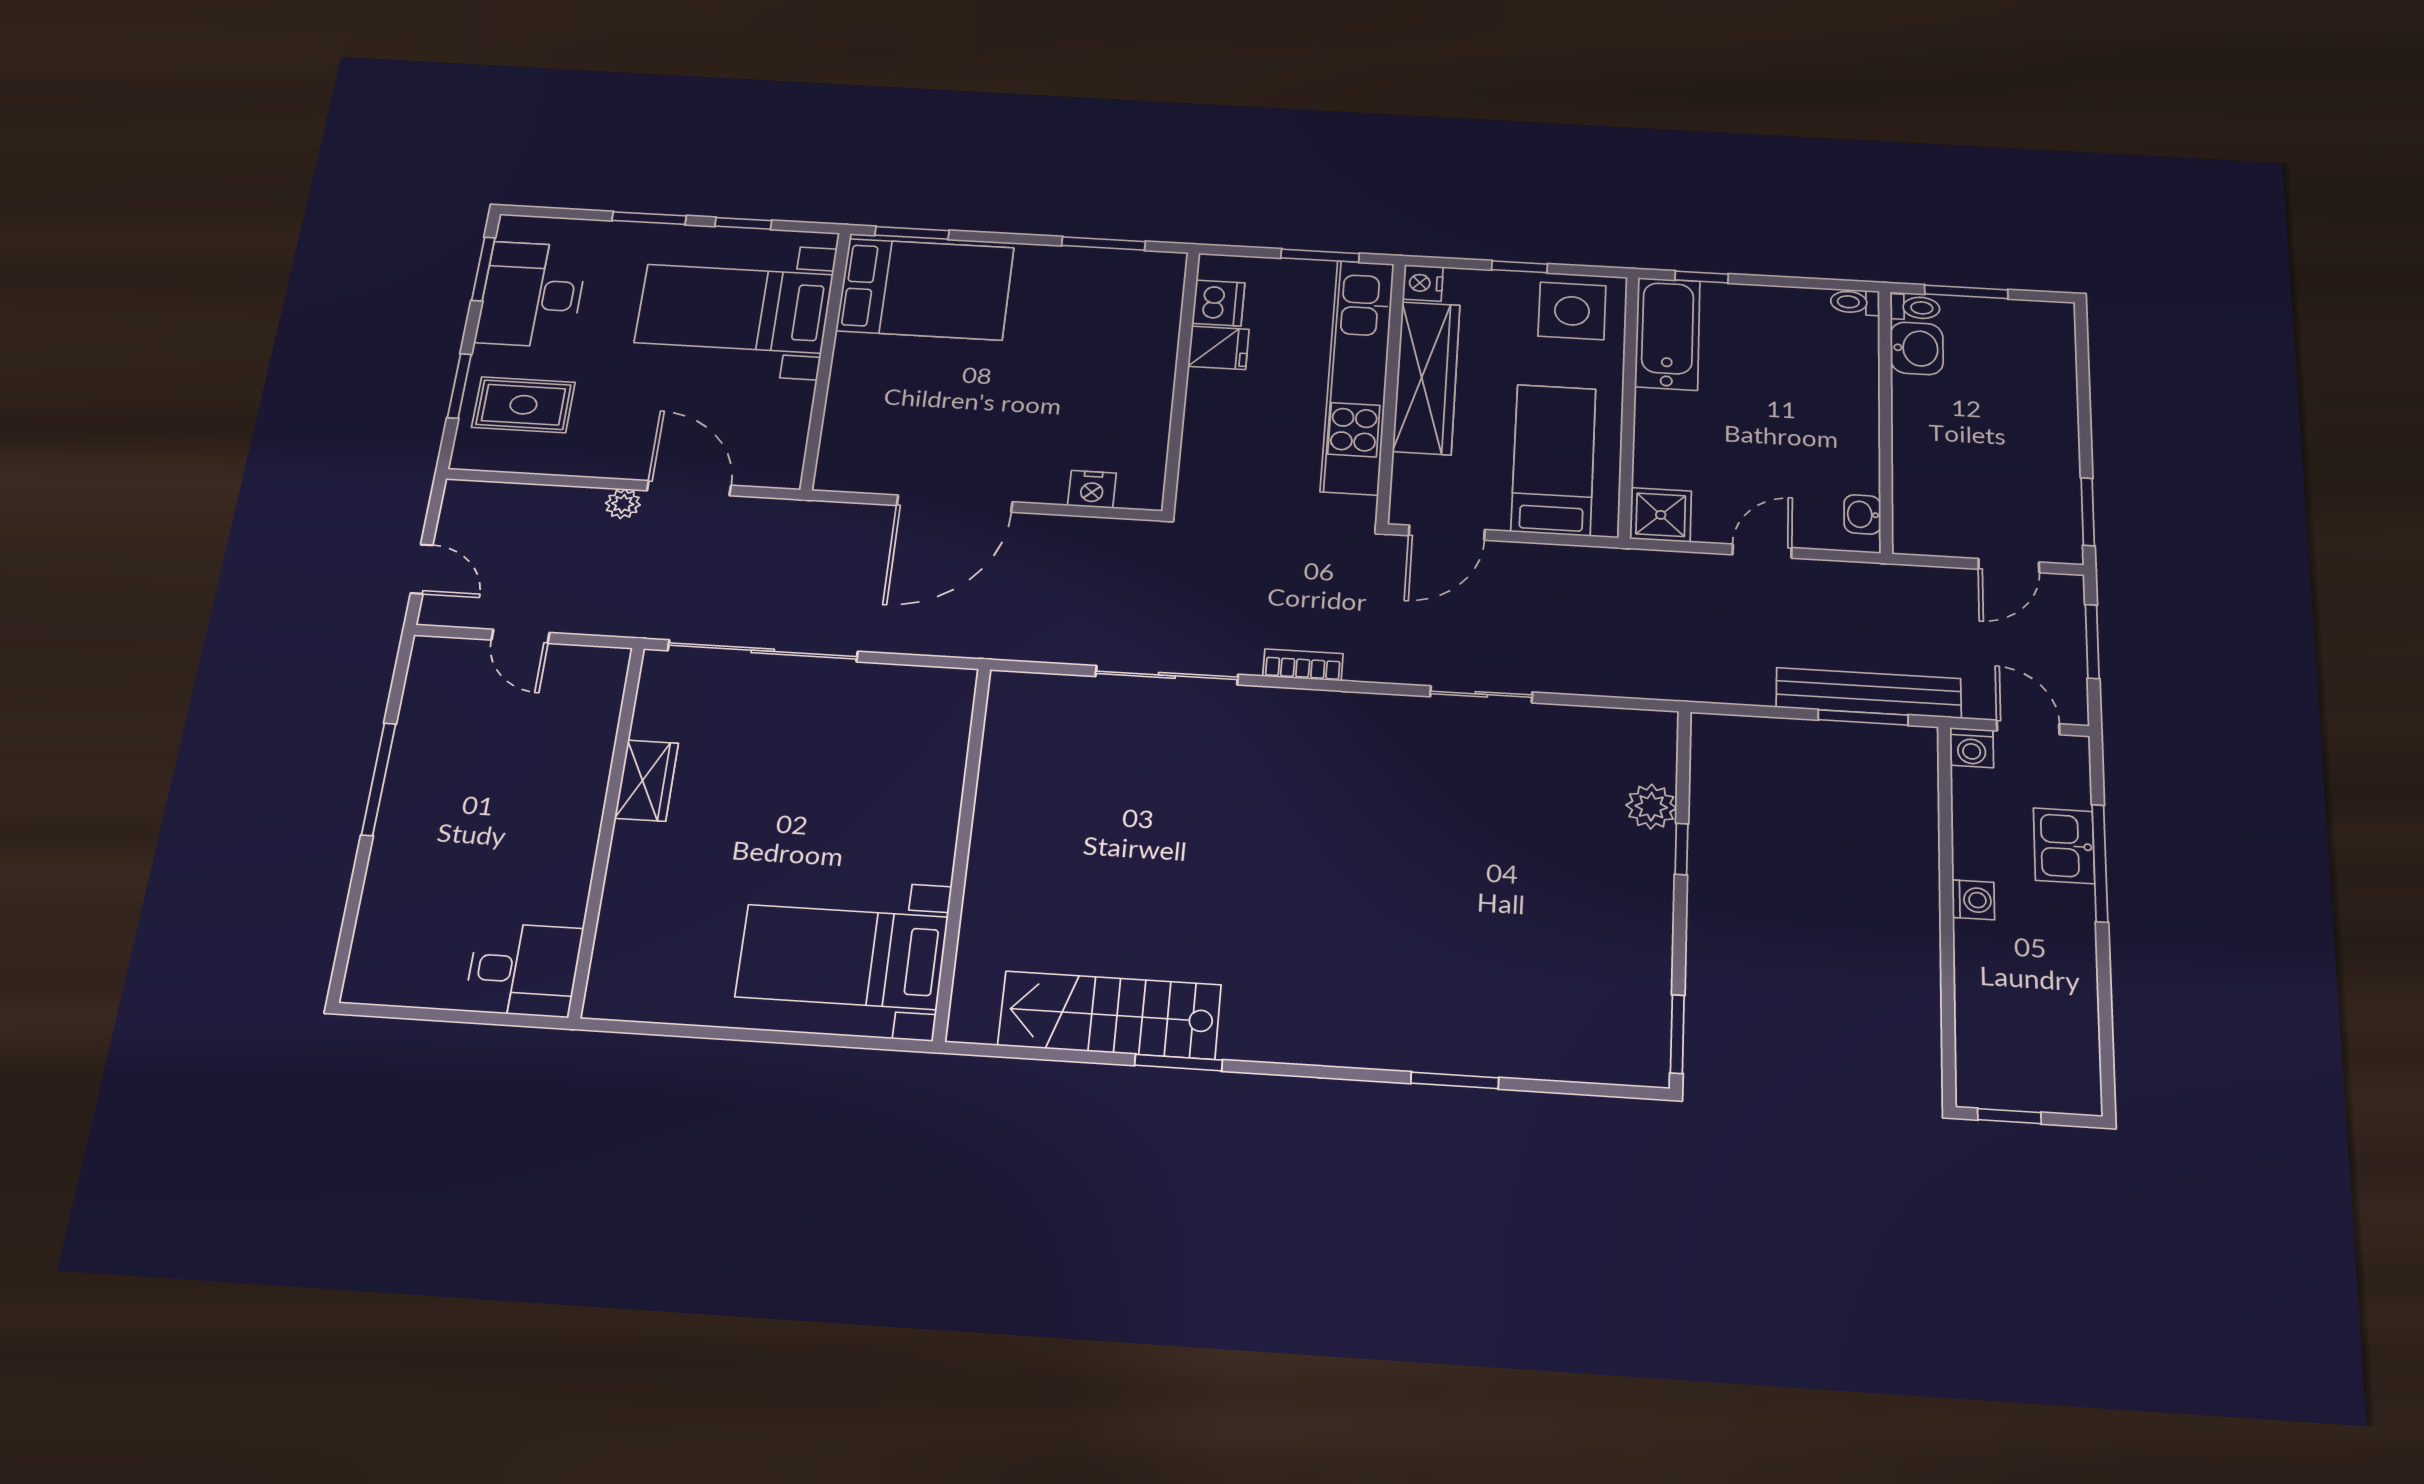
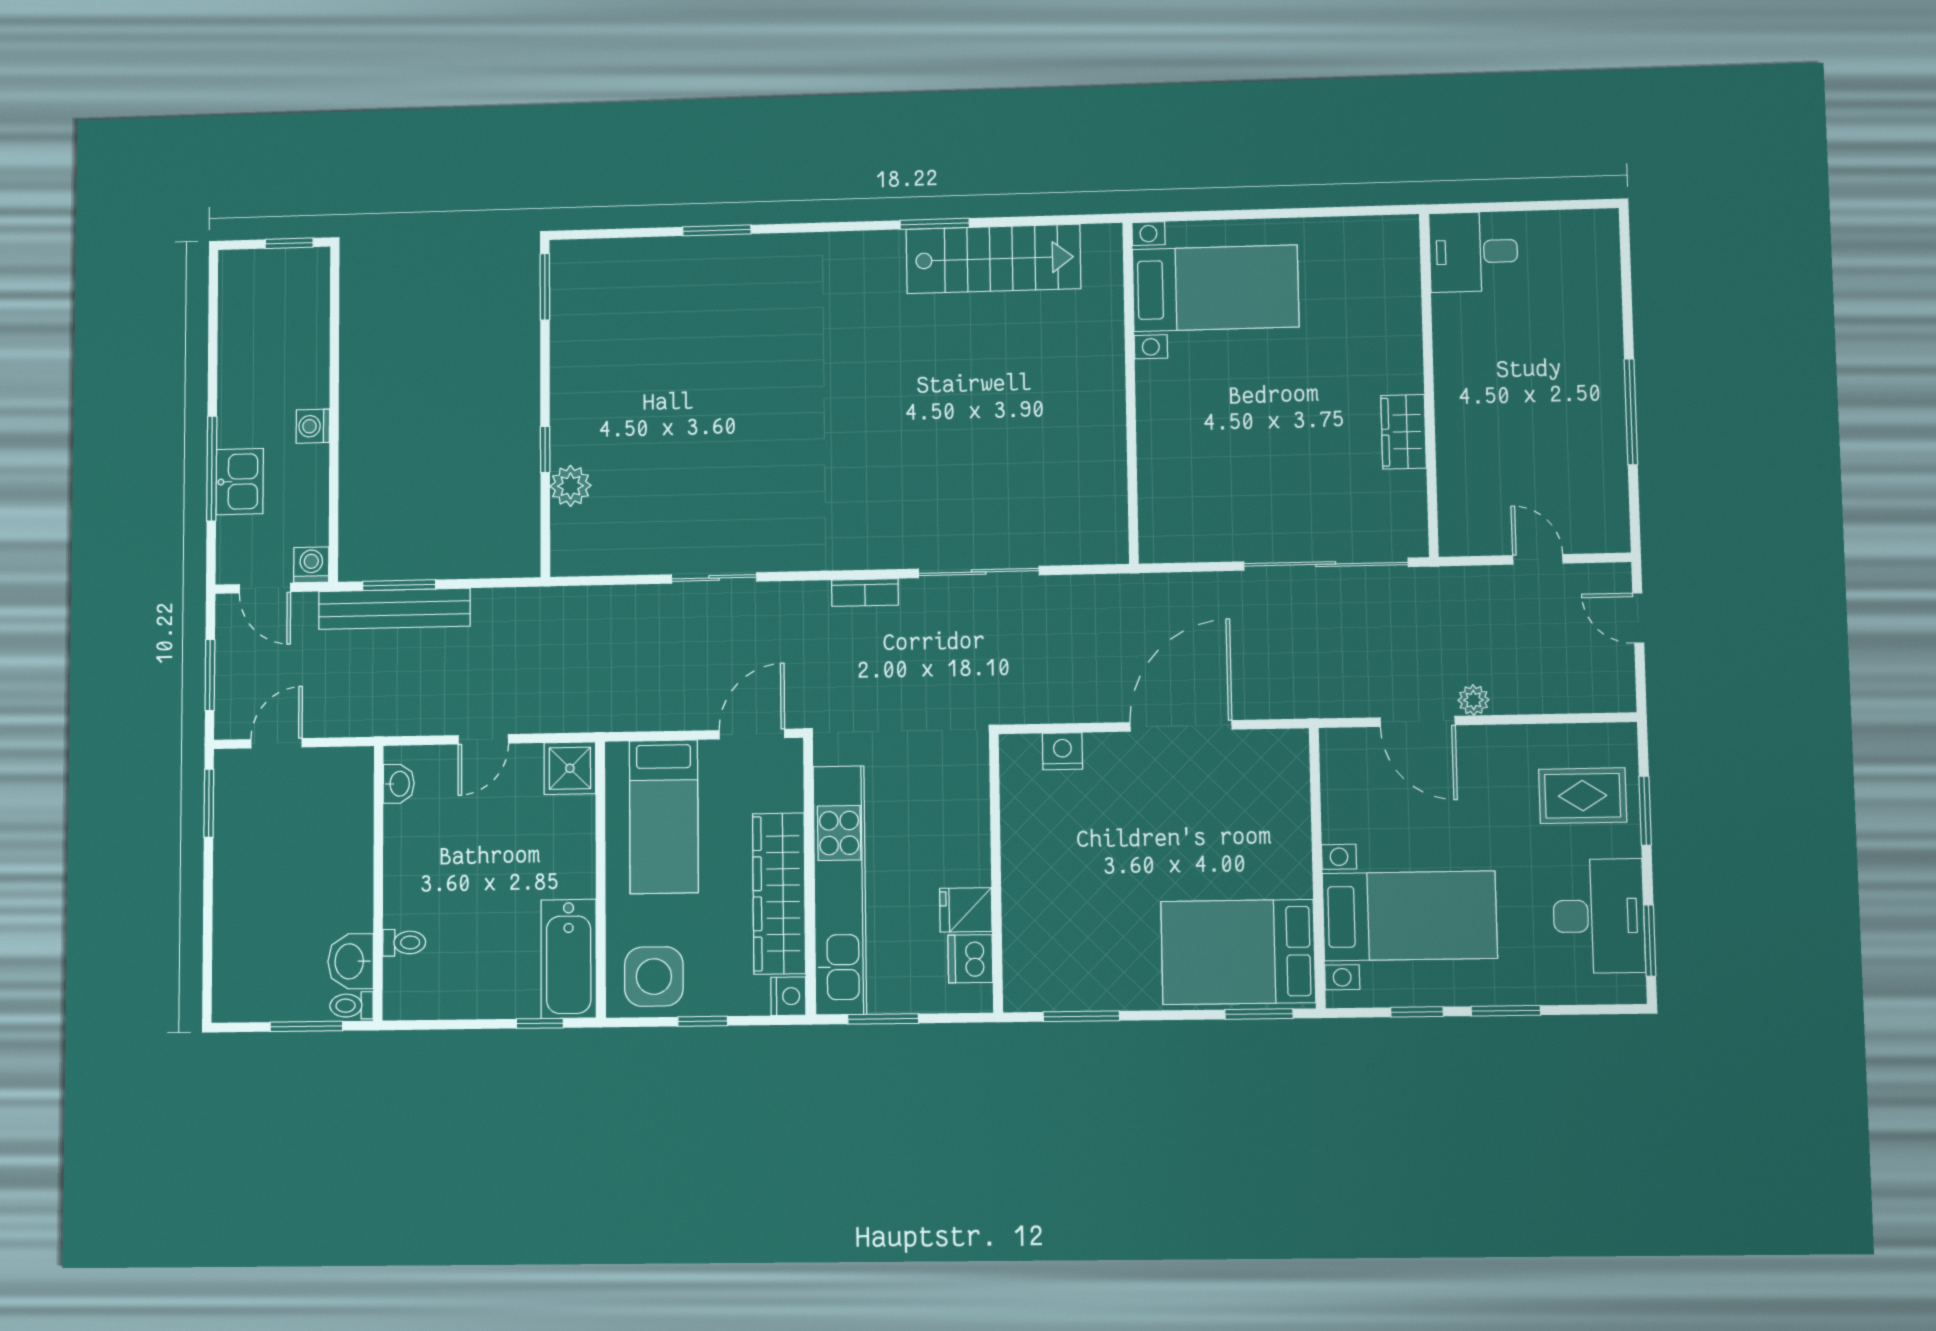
toilet: (1855, 302) -> (404, 943), moved

